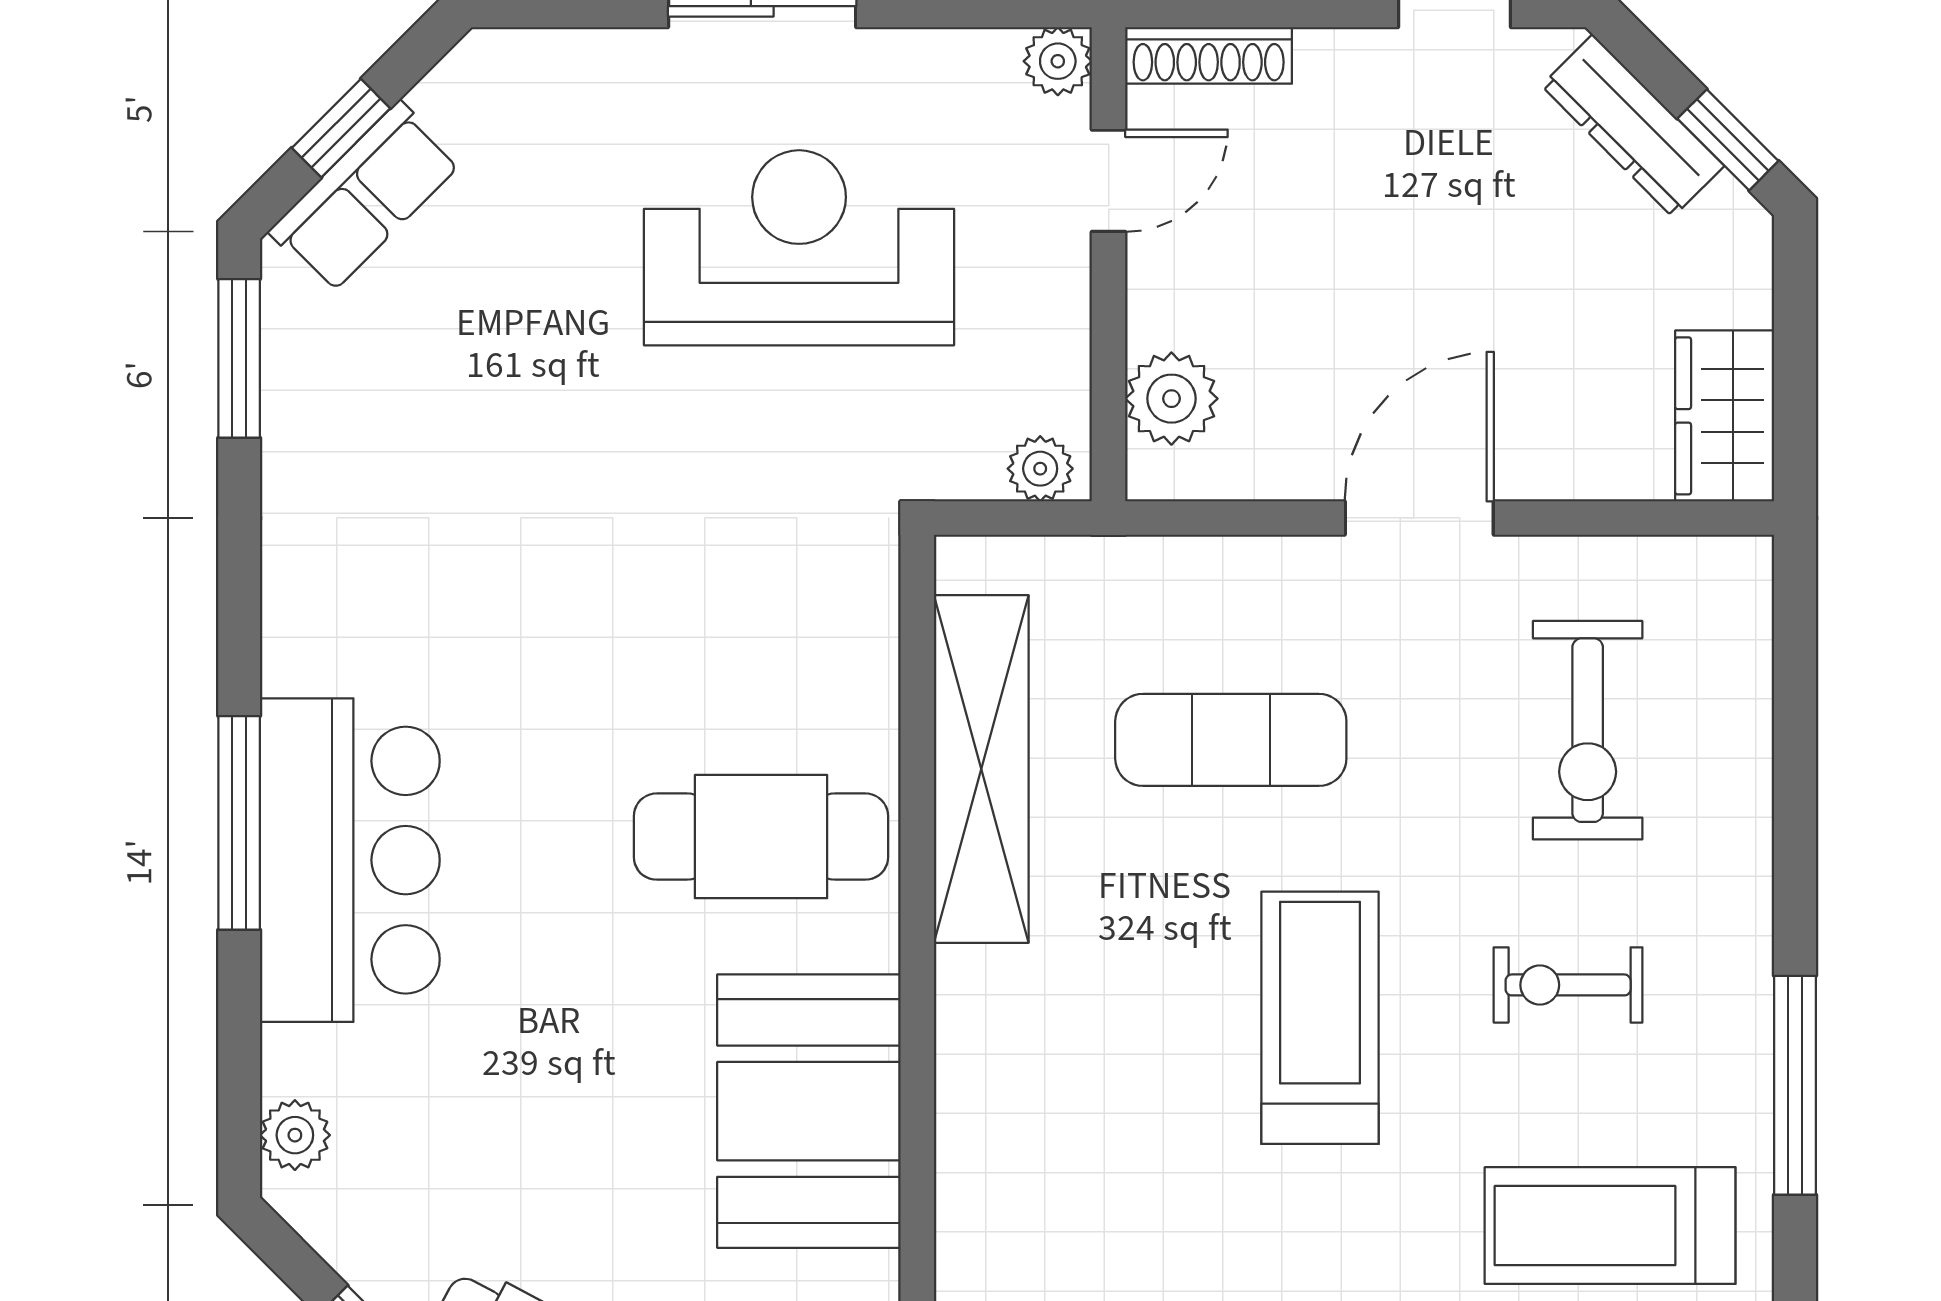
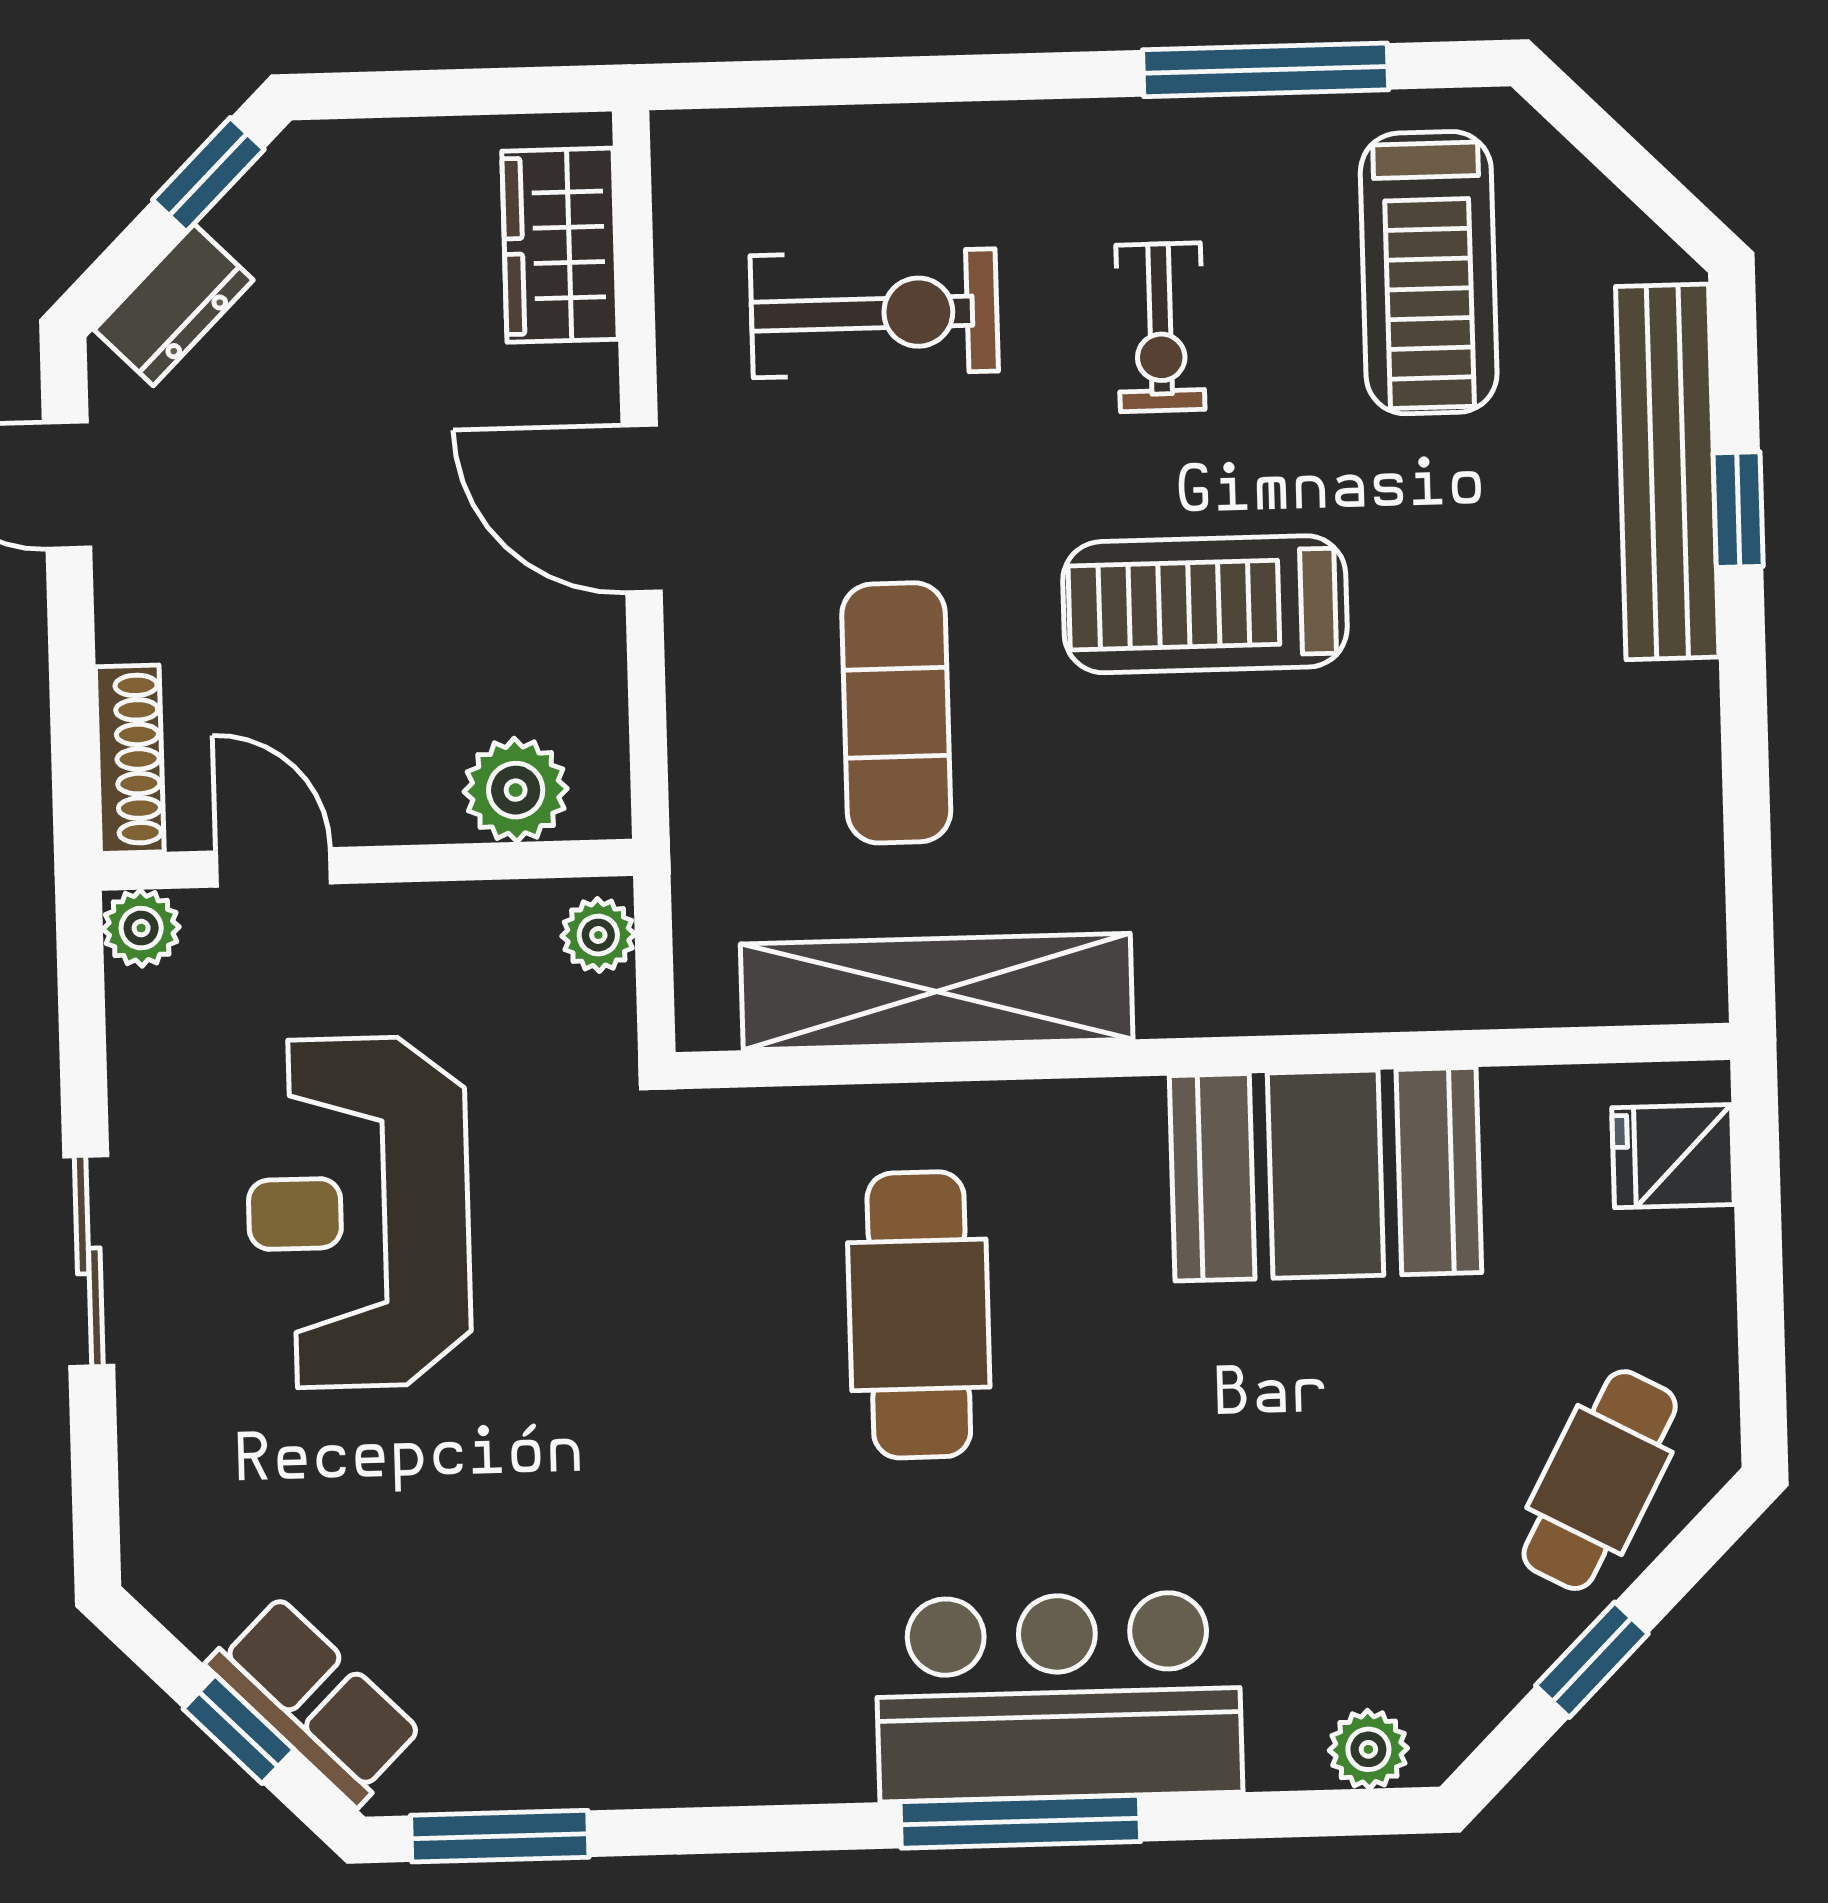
dresser: (1633, 126) -> (174, 305), width x0.70
wardrobe: (1725, 416) -> (560, 245), moved, turned 90
cafe table: (761, 837) -> (919, 1315), moved

